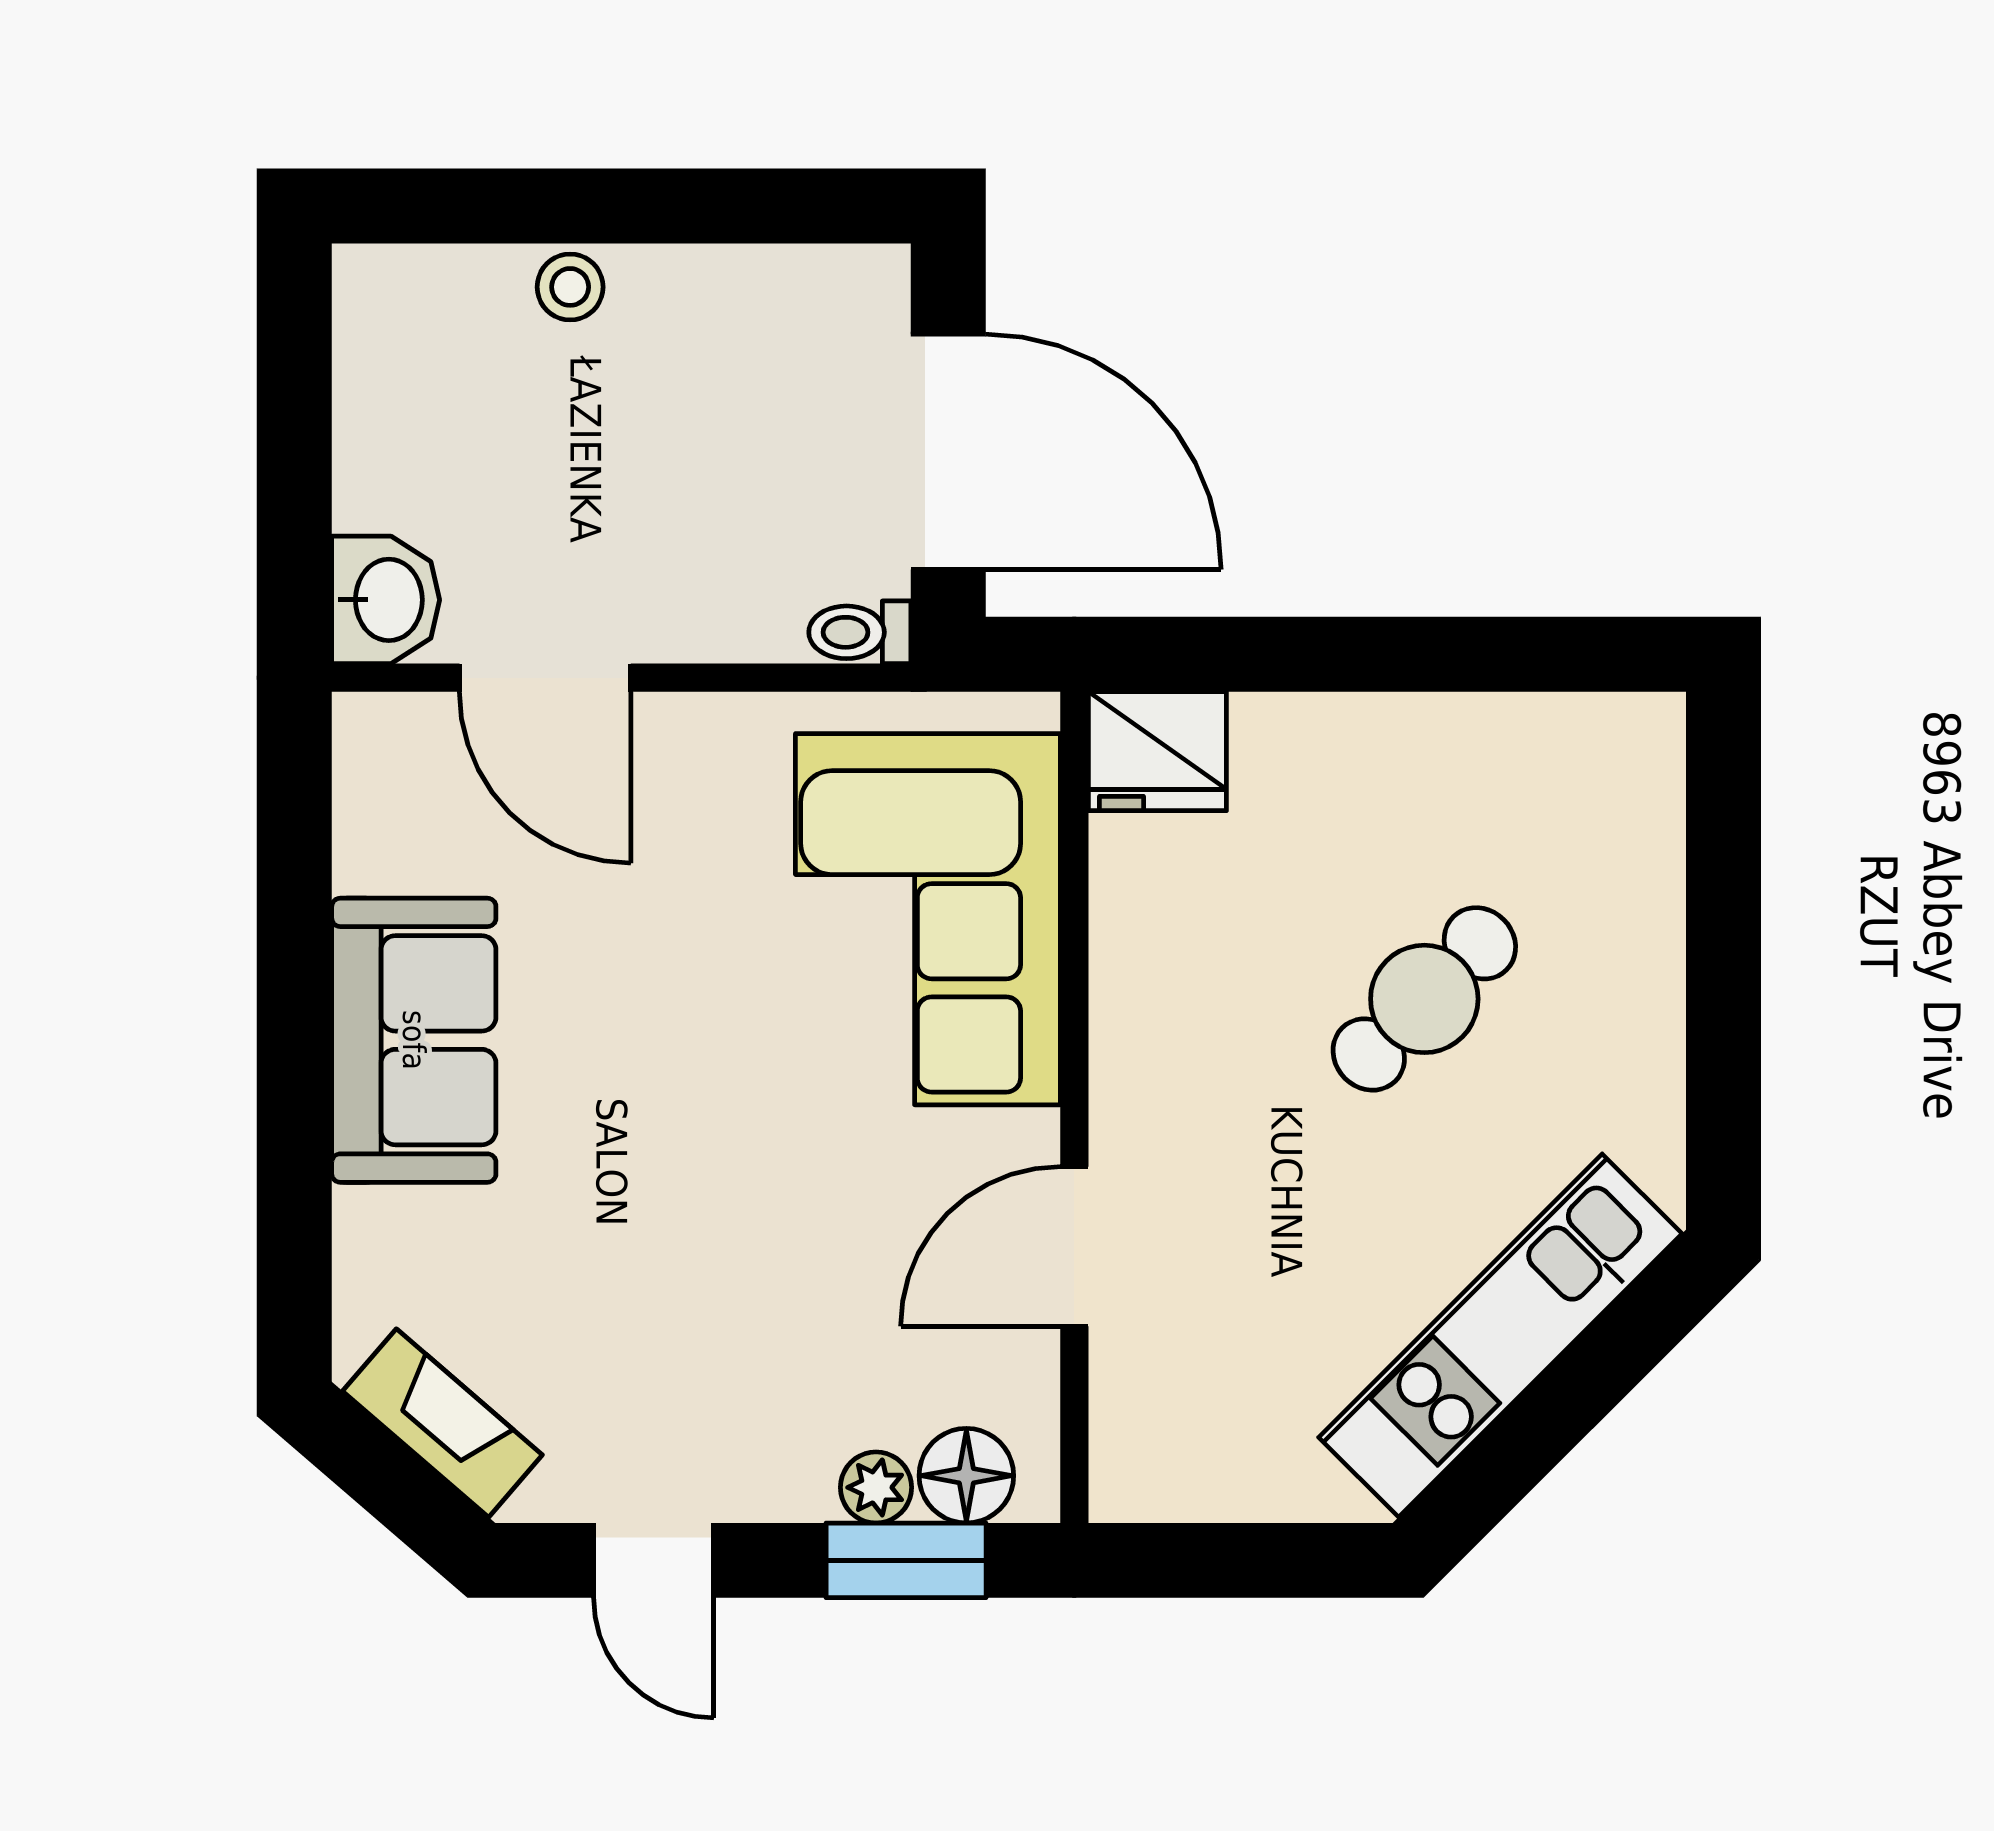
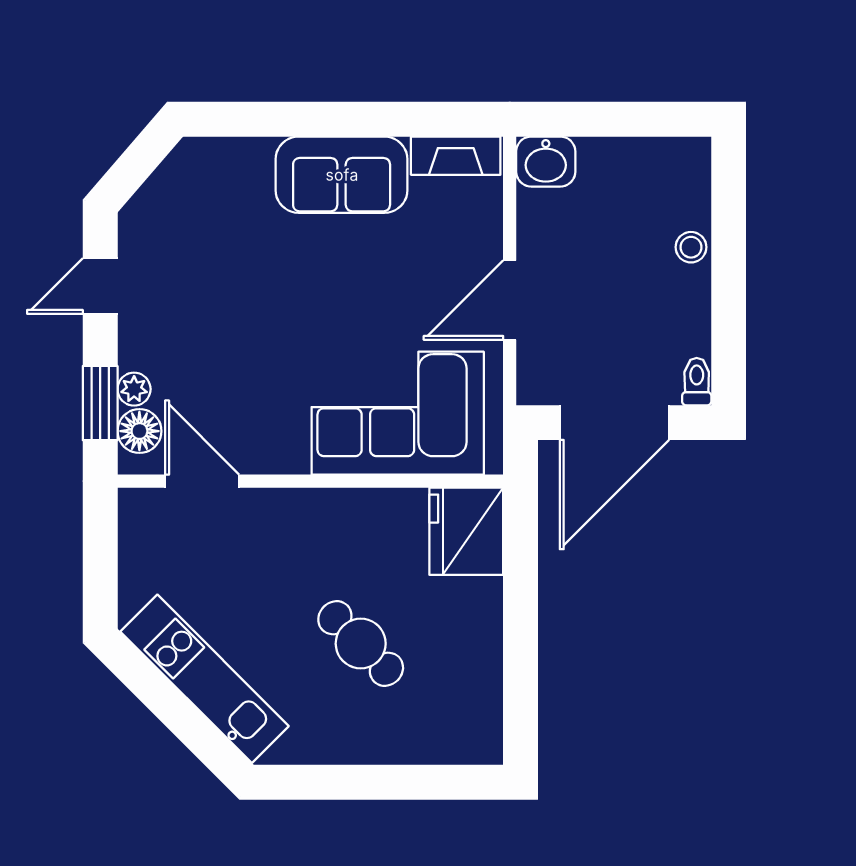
toilet: (860, 632) -> (697, 382), moved
door: (545, 678) -> (510, 300), moved
fridge: (1157, 751) -> (466, 531), width x1.36, depth x1.34
door: (1074, 1247) -> (202, 481), moved
fireplace: (442, 1423) -> (456, 156), moved, turned 49

